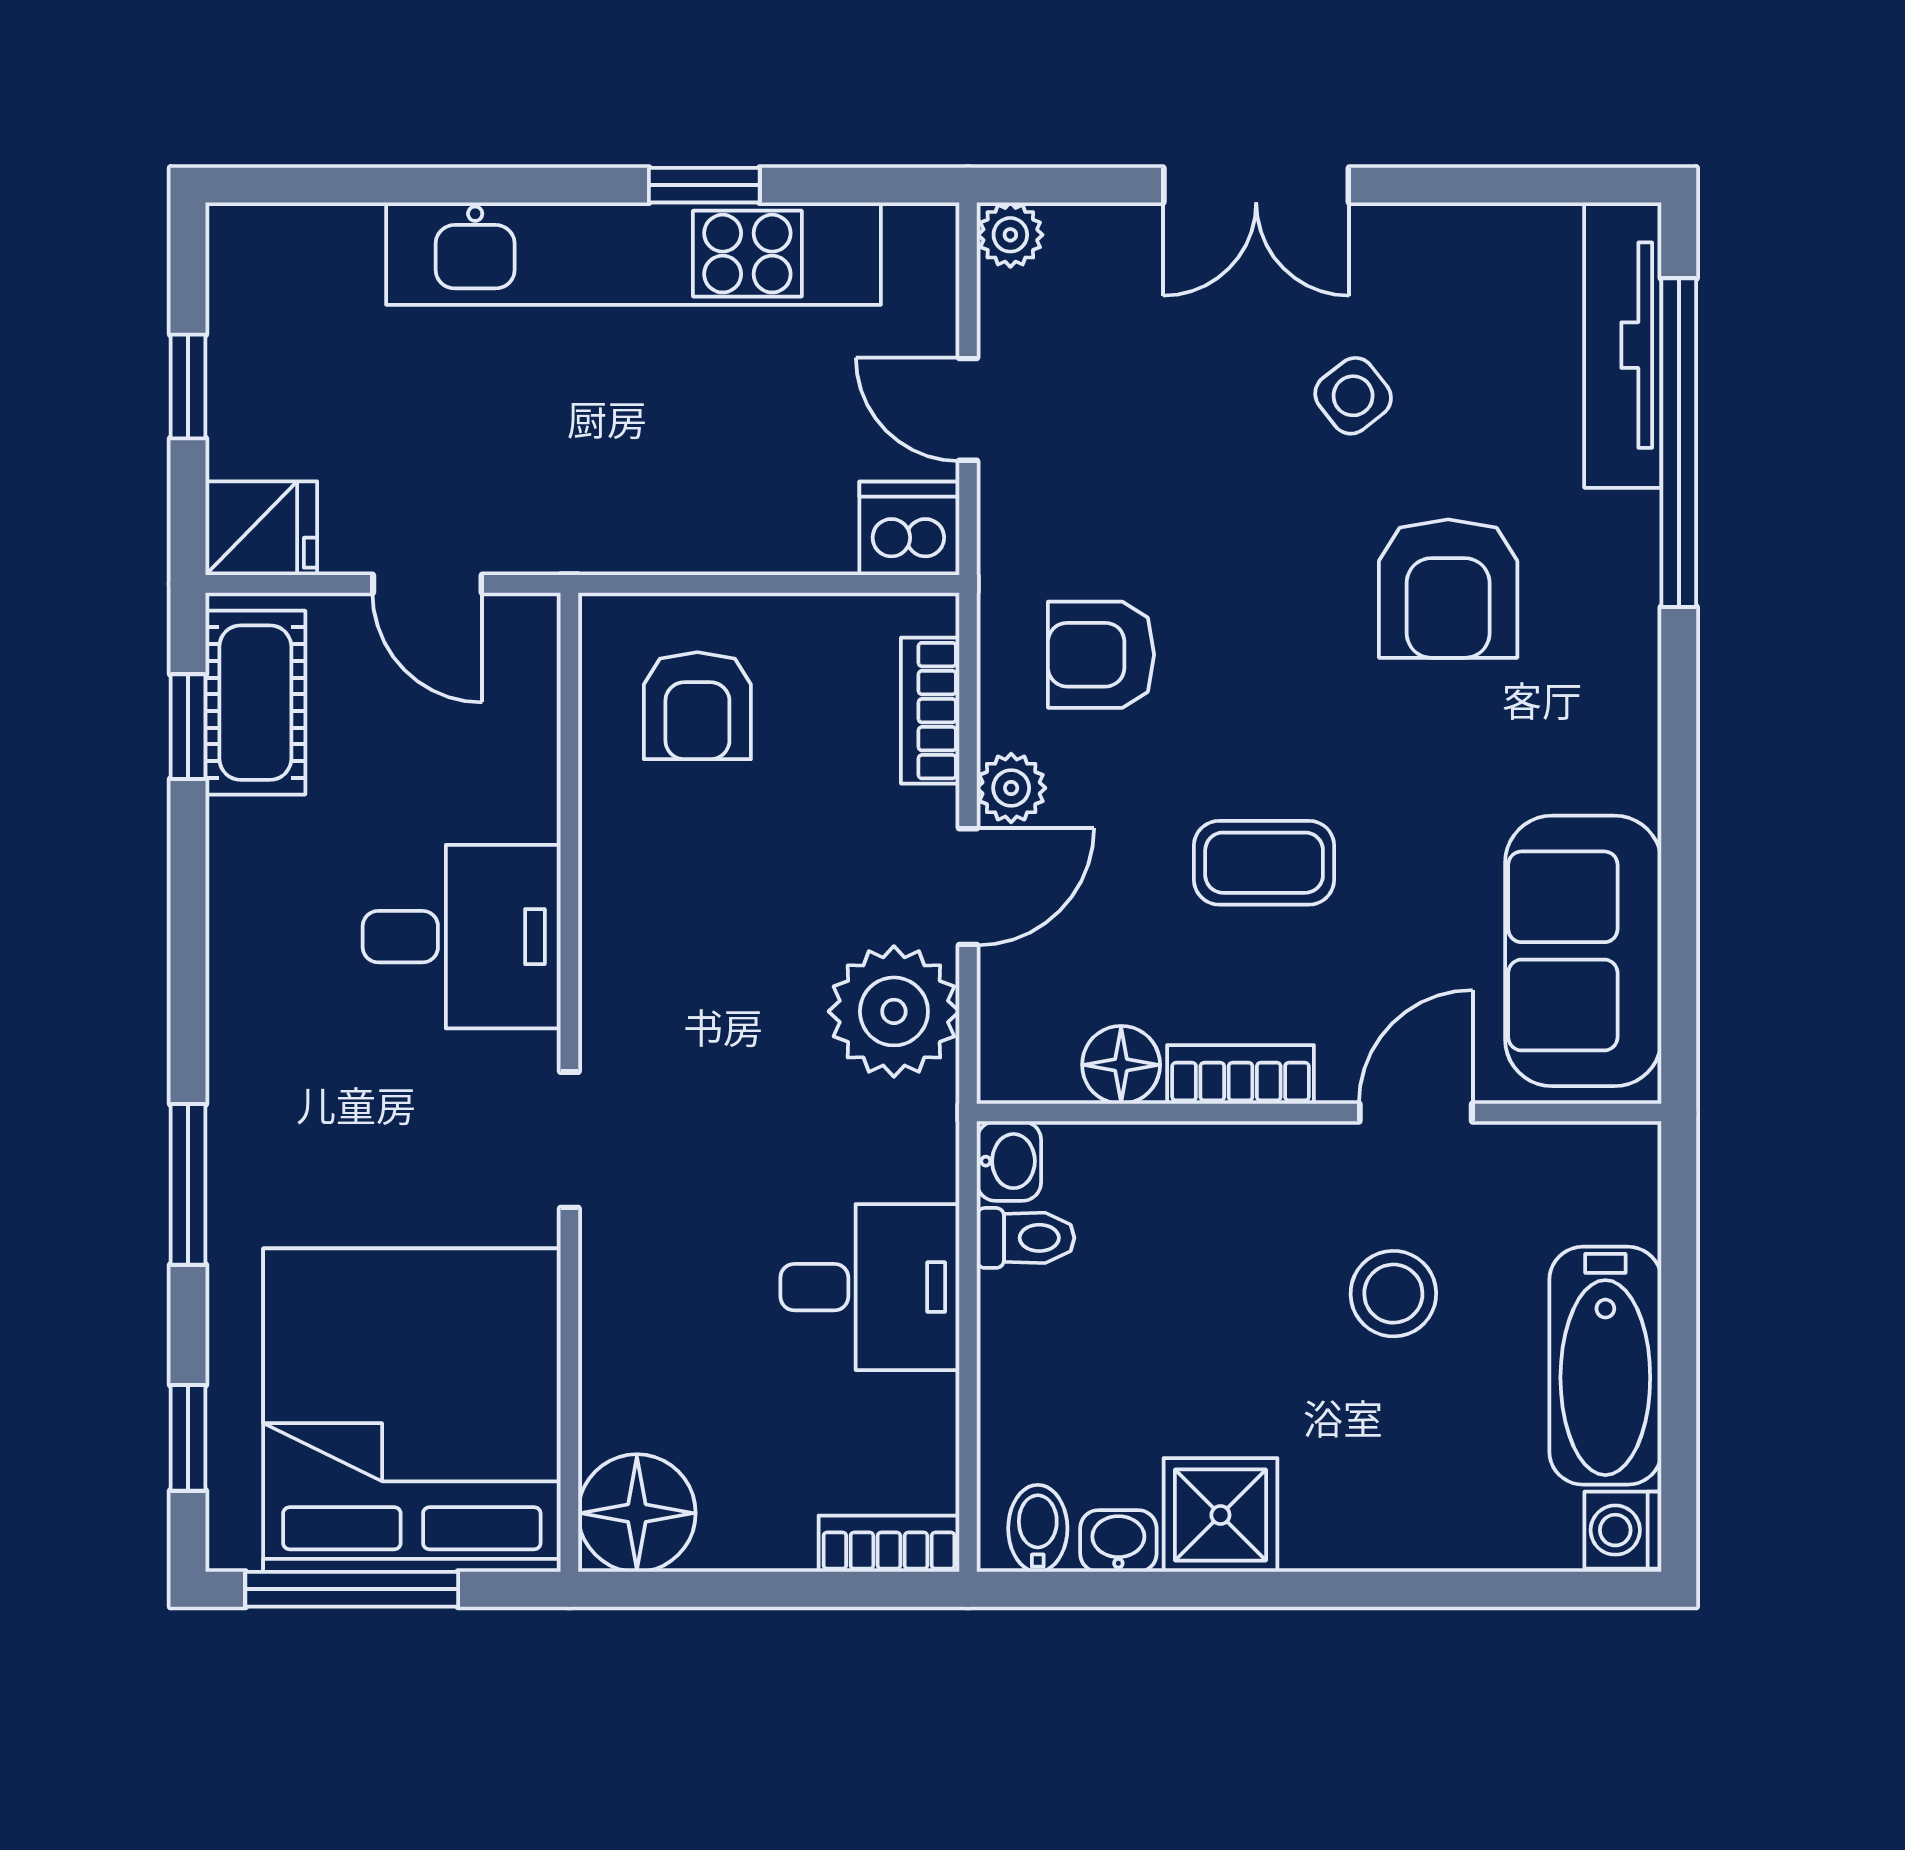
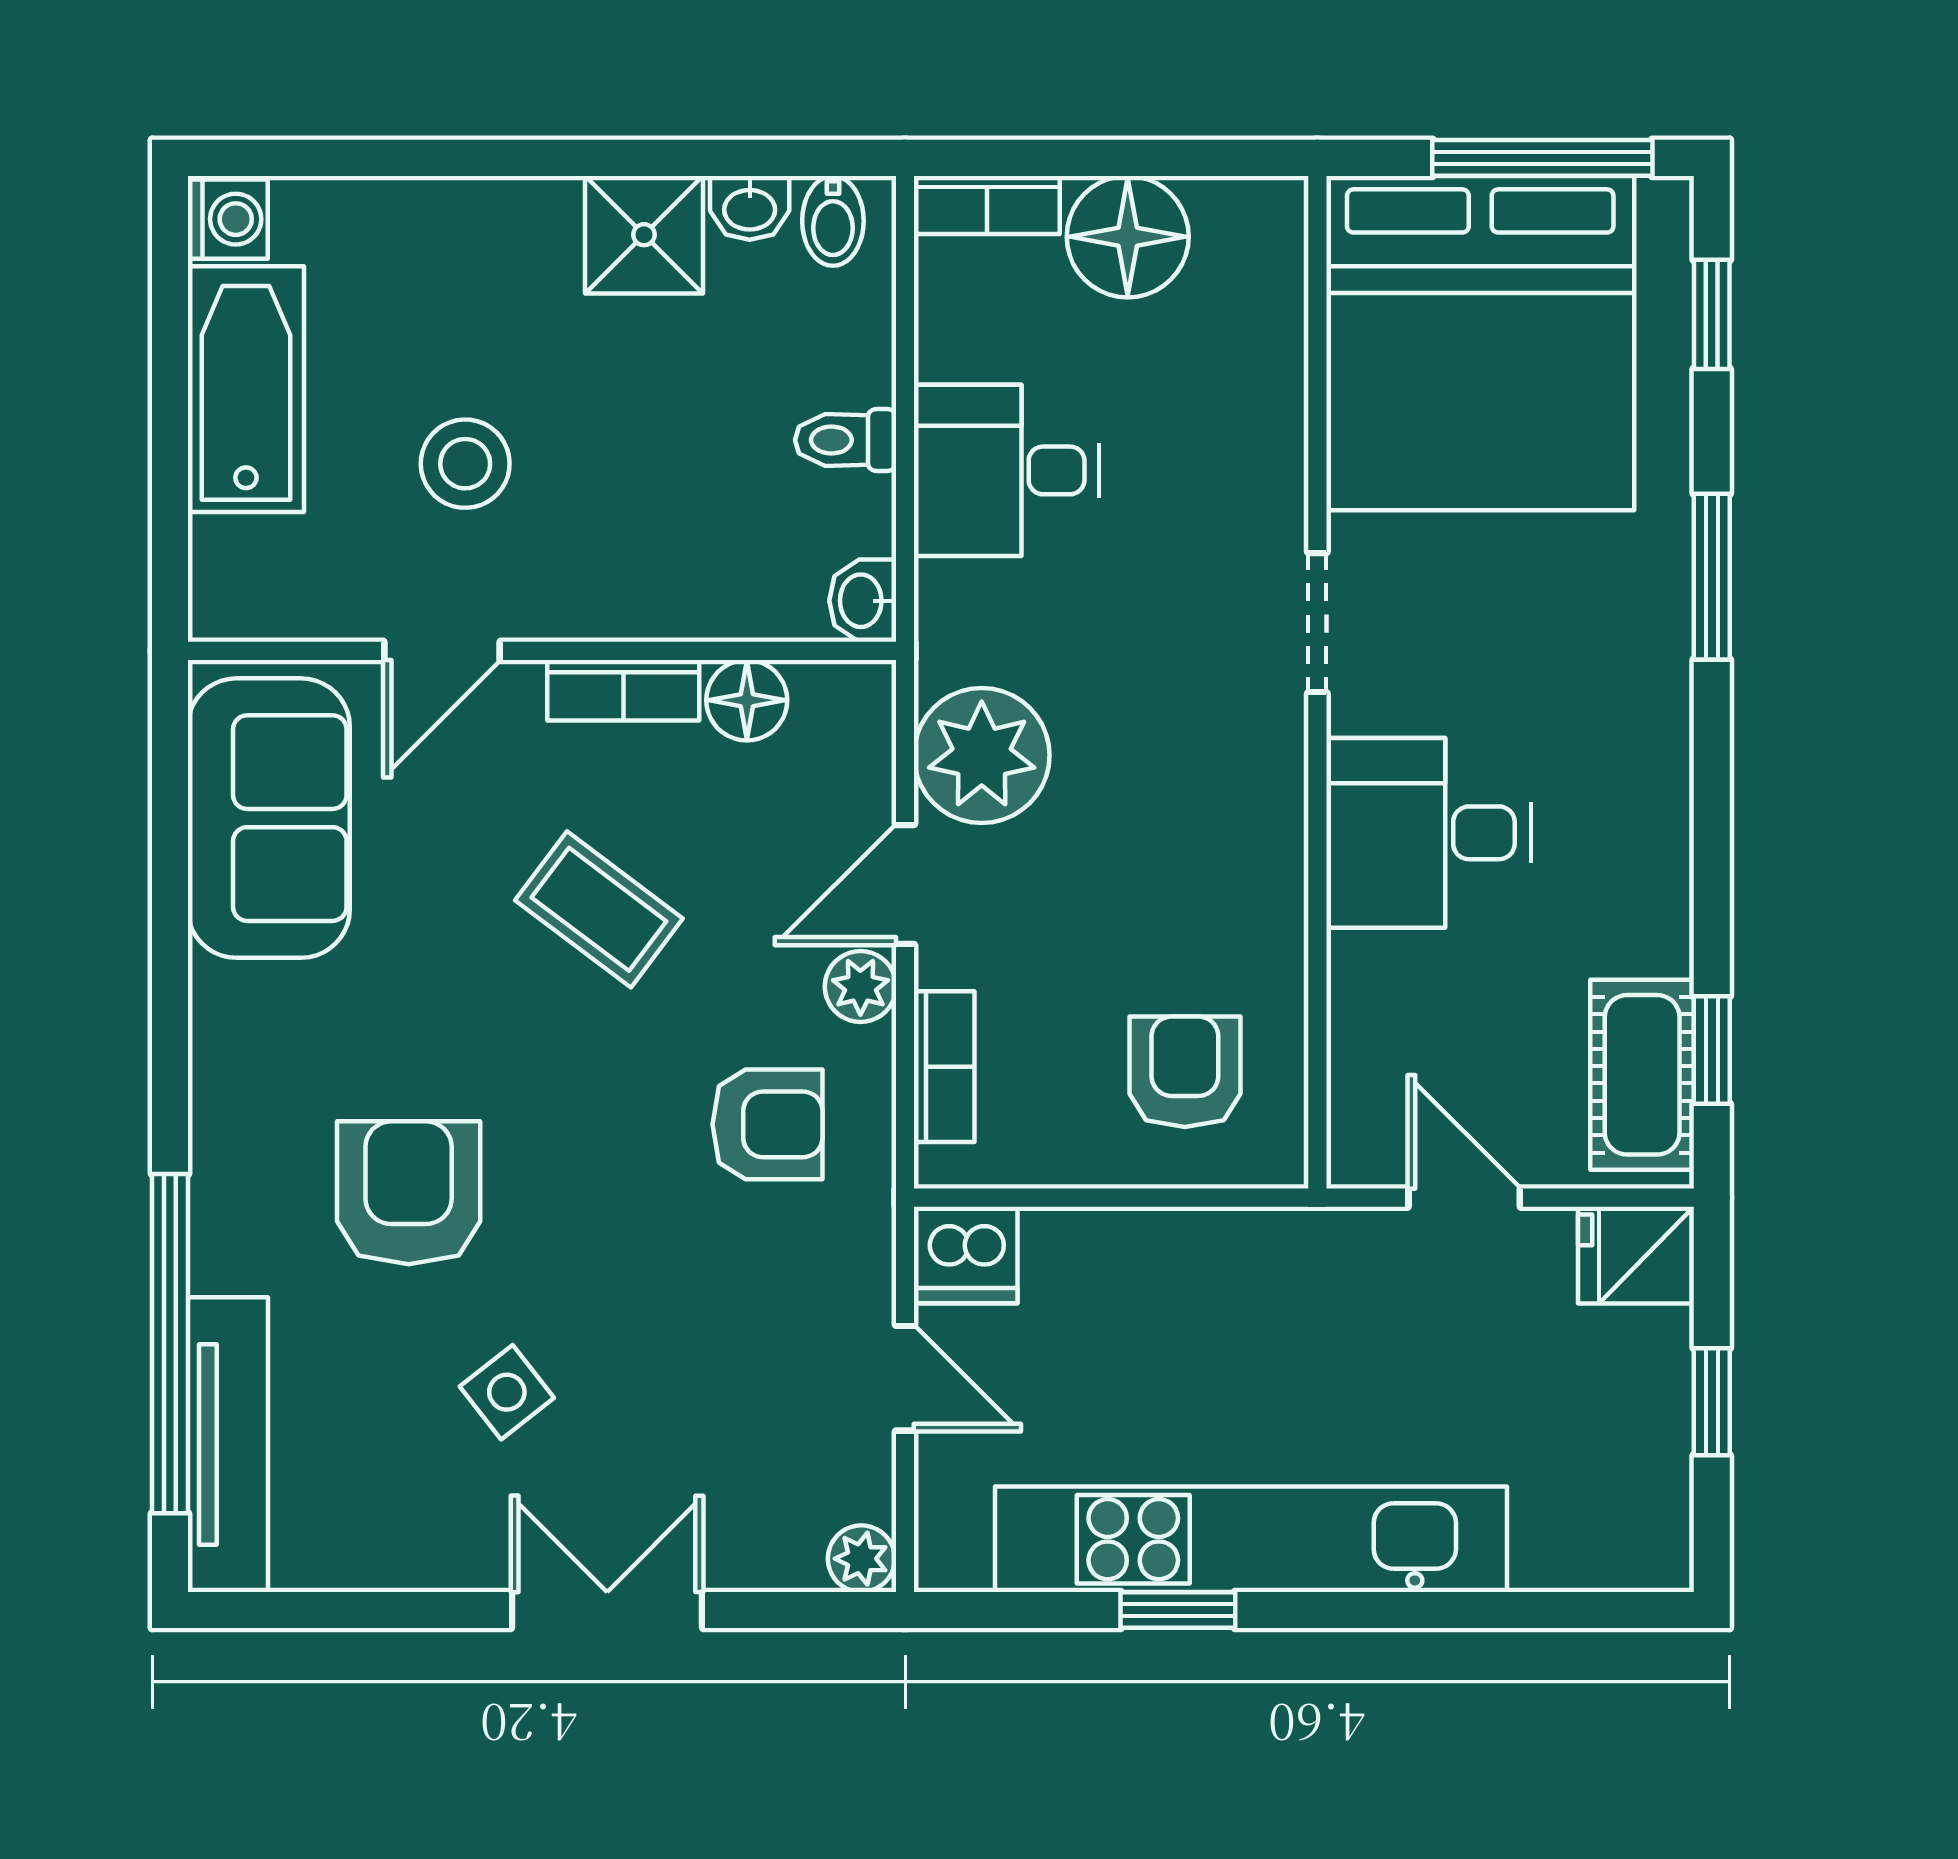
coffee table: (1264, 863) -> (599, 909), turned 37
toilet: (1026, 1238) -> (846, 440), moved
floor lamp: (637, 1513) -> (1128, 237), moved

